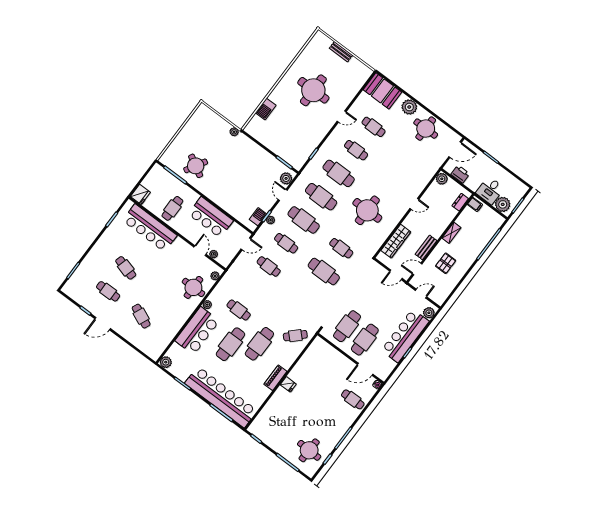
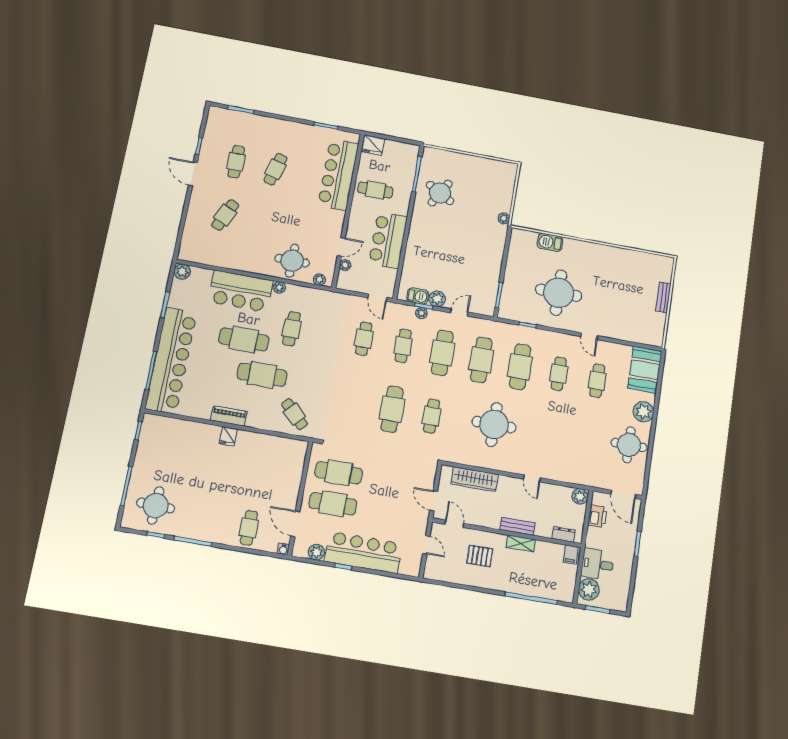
round table: (313, 90) -> (559, 293), moved
plant: (286, 178) -> (437, 299), moved
bench: (426, 247) -> (518, 526), moved
plant: (429, 313) -> (316, 552), moved

